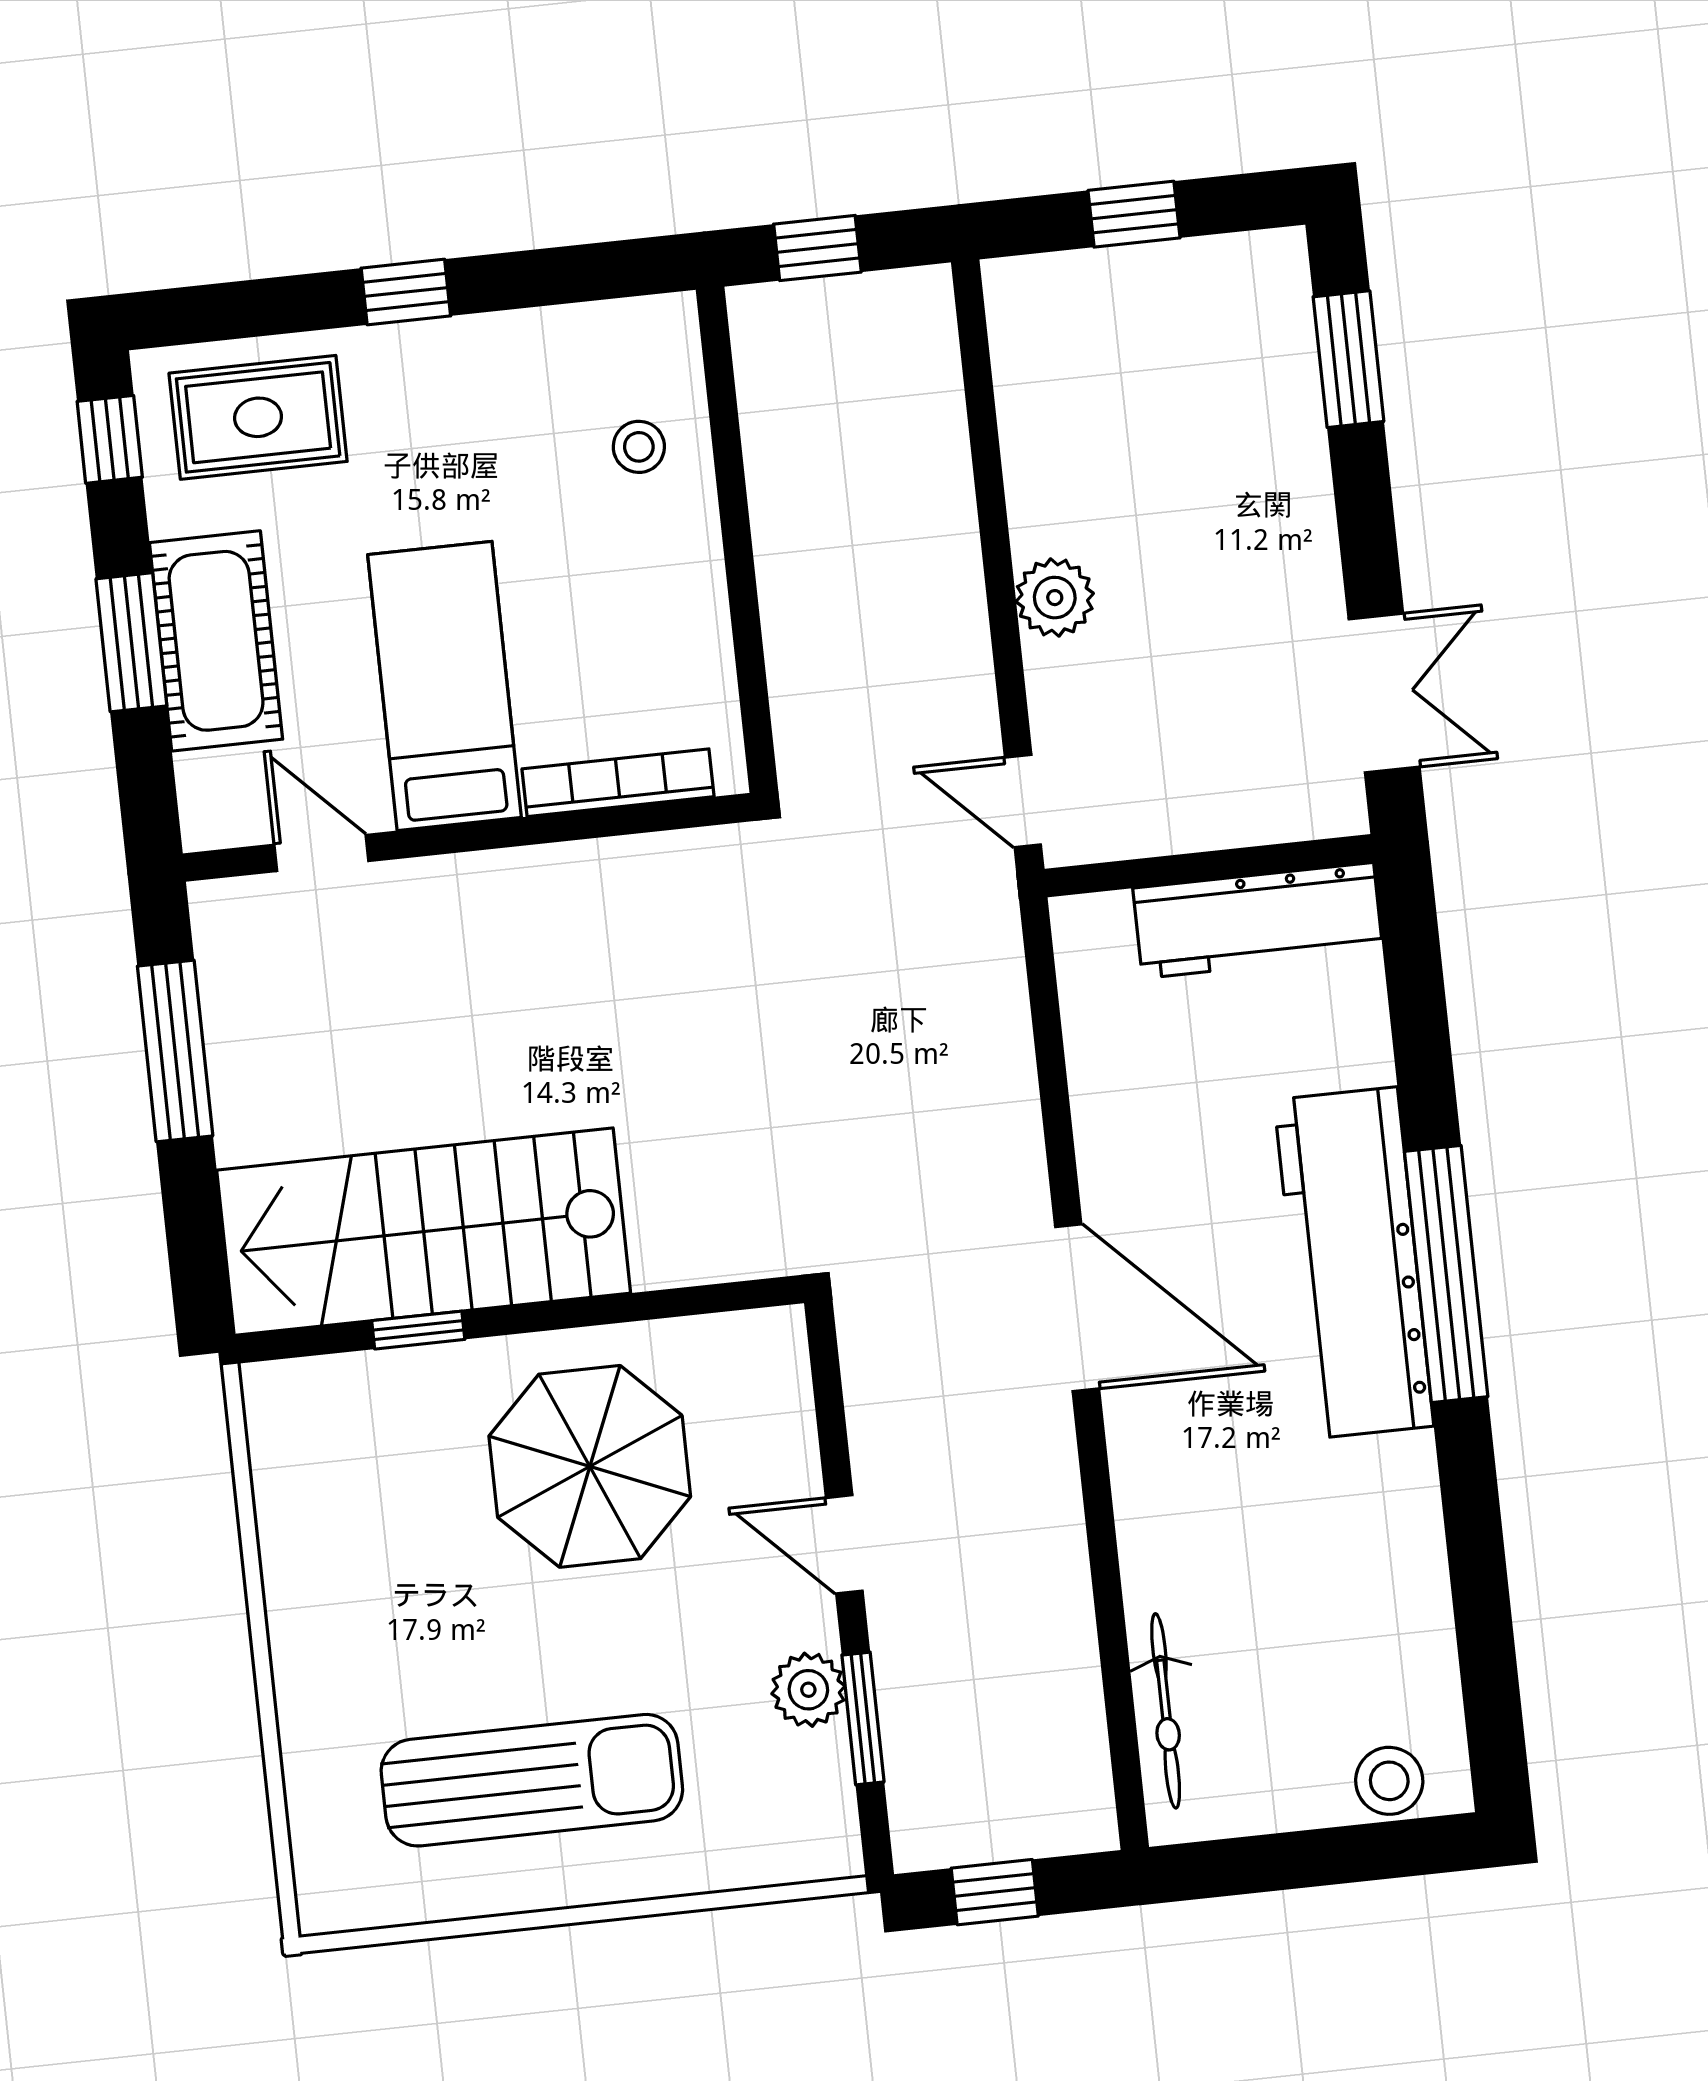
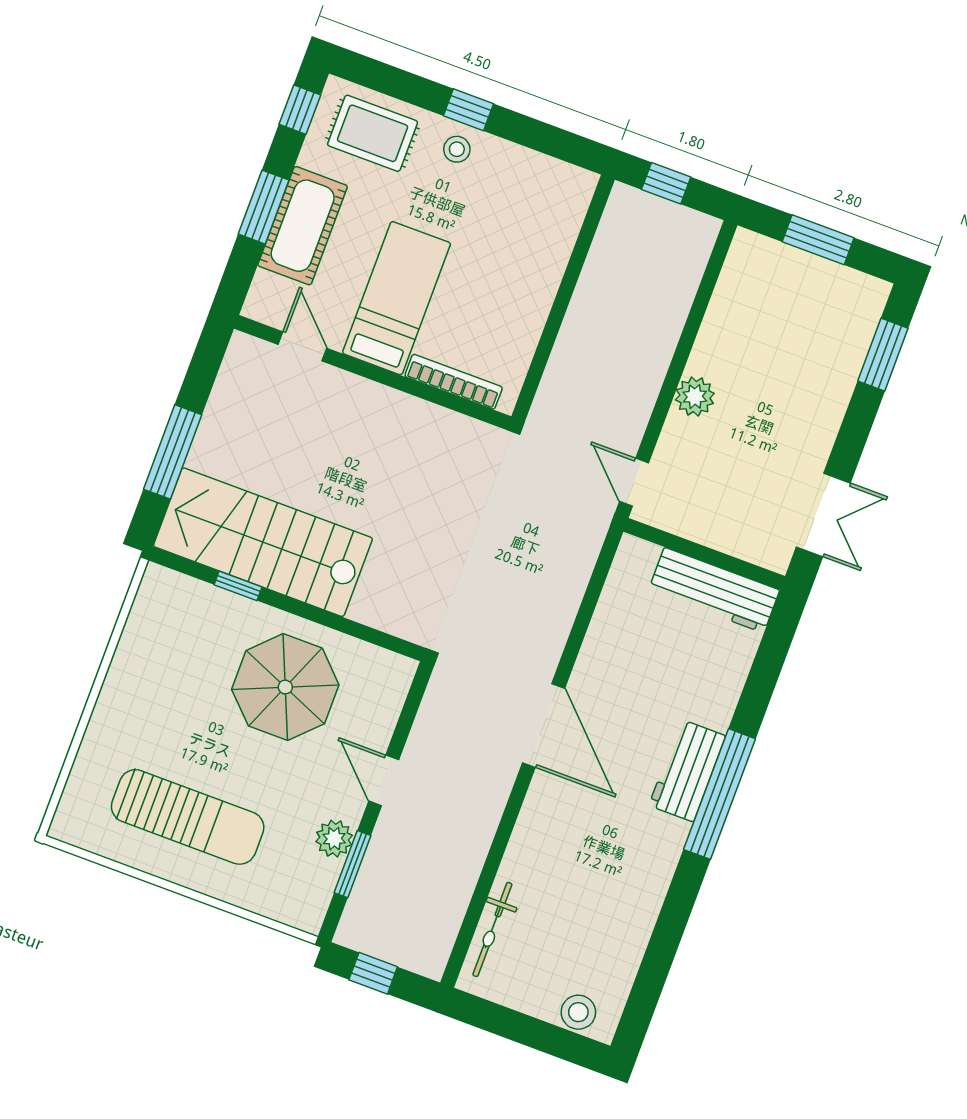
window: (1134, 214) -> (818, 240), width x1.50
stool: (639, 447) -> (457, 149), moved
window: (175, 1051) -> (173, 452), moved
workbench: (1354, 1263) -> (687, 771), width x0.53, depth x0.76

